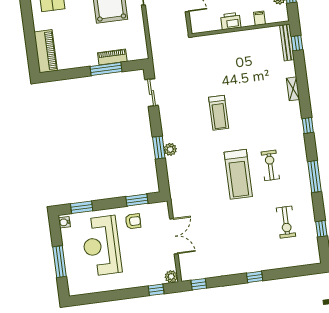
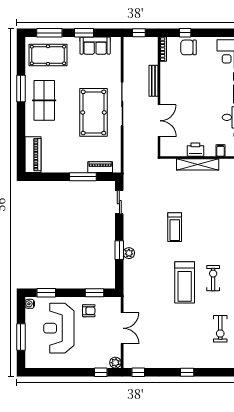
shelving: (236, 38) -> (198, 164), added
piano: (112, 57) -> (100, 167), moved

